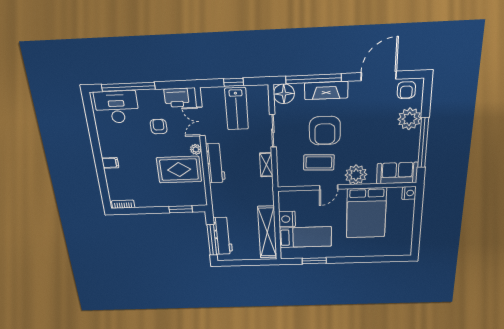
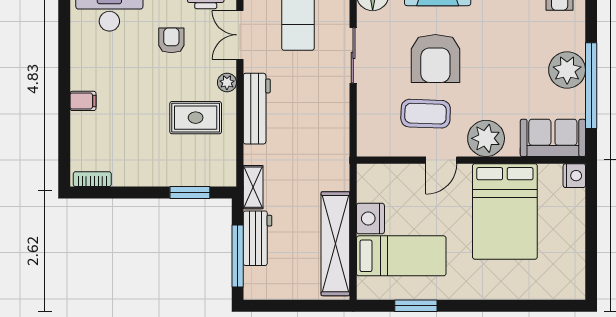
plant: (409, 119) -> (567, 70), moved
shelving: (266, 165) -> (253, 187), moved
rug: (179, 170) -> (196, 118), width x0.73, depth x0.70
workbench: (223, 236) -> (258, 238), width x0.73

